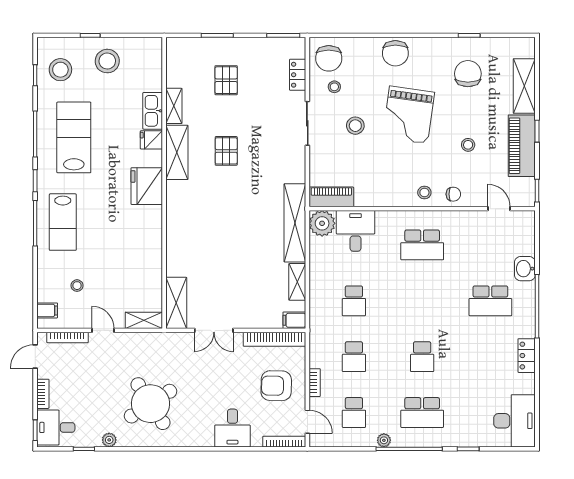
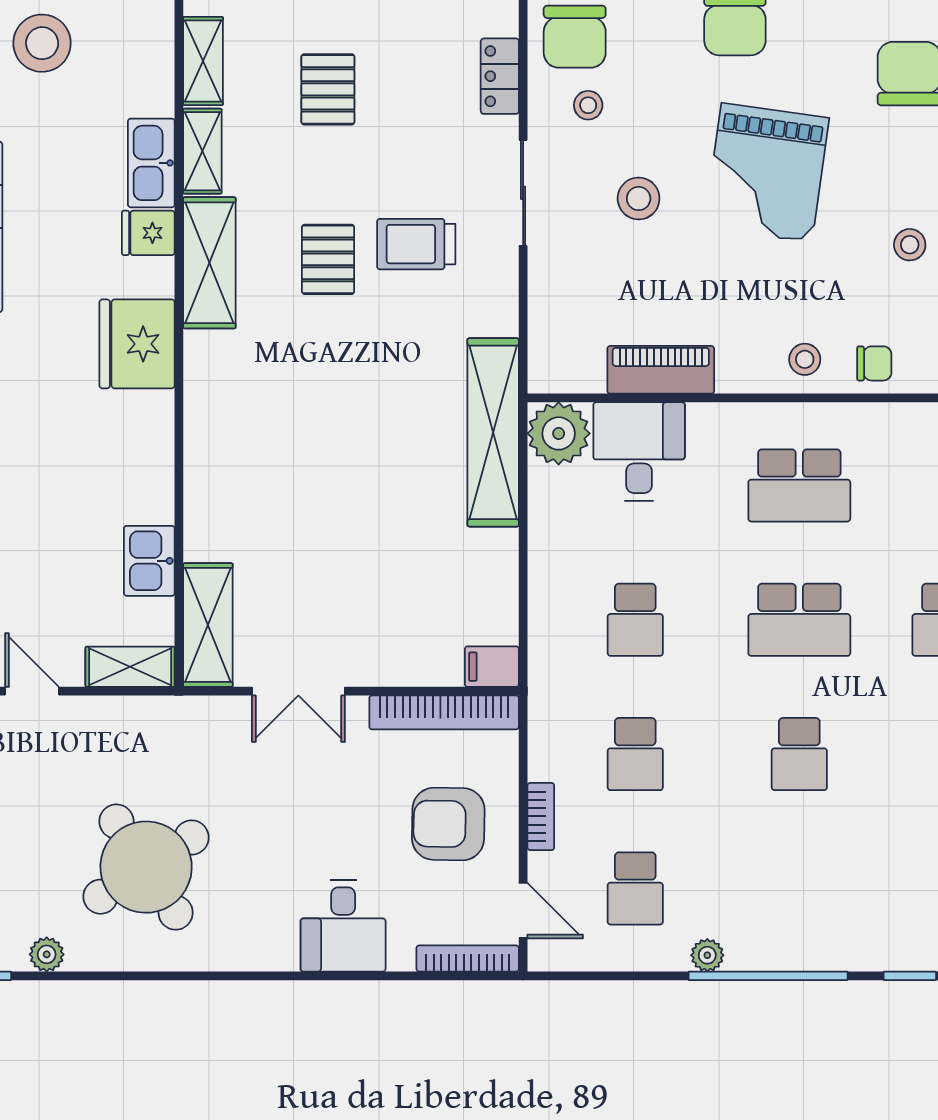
trolley: (263, 145) -> (416, 244), added
piano: (331, 197) -> (661, 370), moved
kitchen sink: (152, 276) -> (149, 561), added
shelving: (297, 282) -> (203, 61), moved
school desk: (422, 412) -> (799, 620), moved

